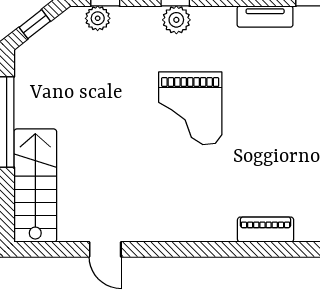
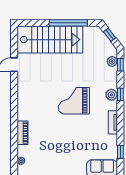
tv unit: (265, 17) -> (113, 122), moved
stairs: (35, 186) -> (50, 40), width x1.36, depth x1.51

